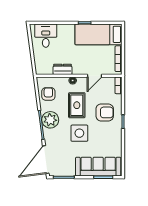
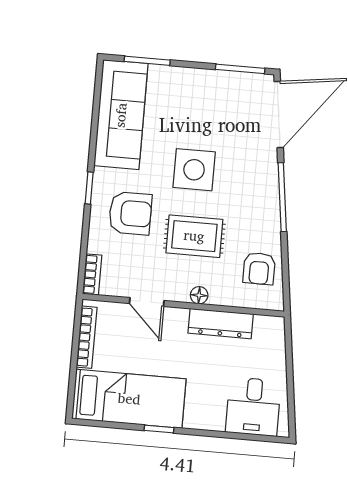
dresser: (63, 69) -> (221, 324), width x1.44
door: (94, 76) -> (147, 302), swing flipped
rug: (77, 105) -> (194, 236), turned 90
armchair: (105, 112) -> (130, 213), turned 180
plant: (50, 120) -> (260, 207), removed
sofa: (98, 167) -> (121, 115), moved, turned -90

